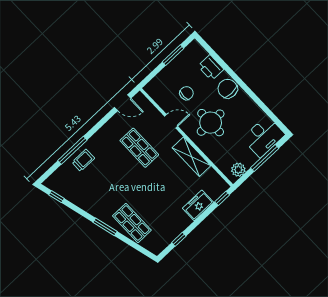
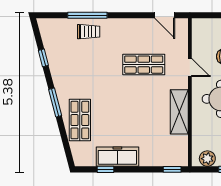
shop shelf: (139, 148) -> (144, 65), turned 90
window: (56, 197) -> (43, 58), moved
freezer: (198, 205) -> (117, 157), moved, width x1.40

